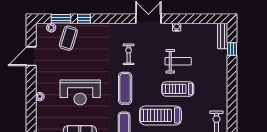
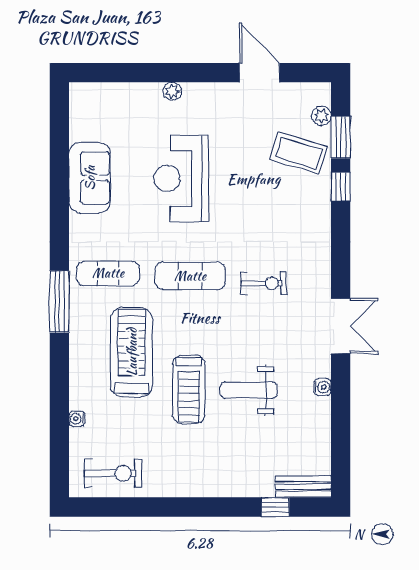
weight bench: (178, 61) -> (249, 390), turned 90
treadmill: (178, 89) -> (189, 390), turned 180

